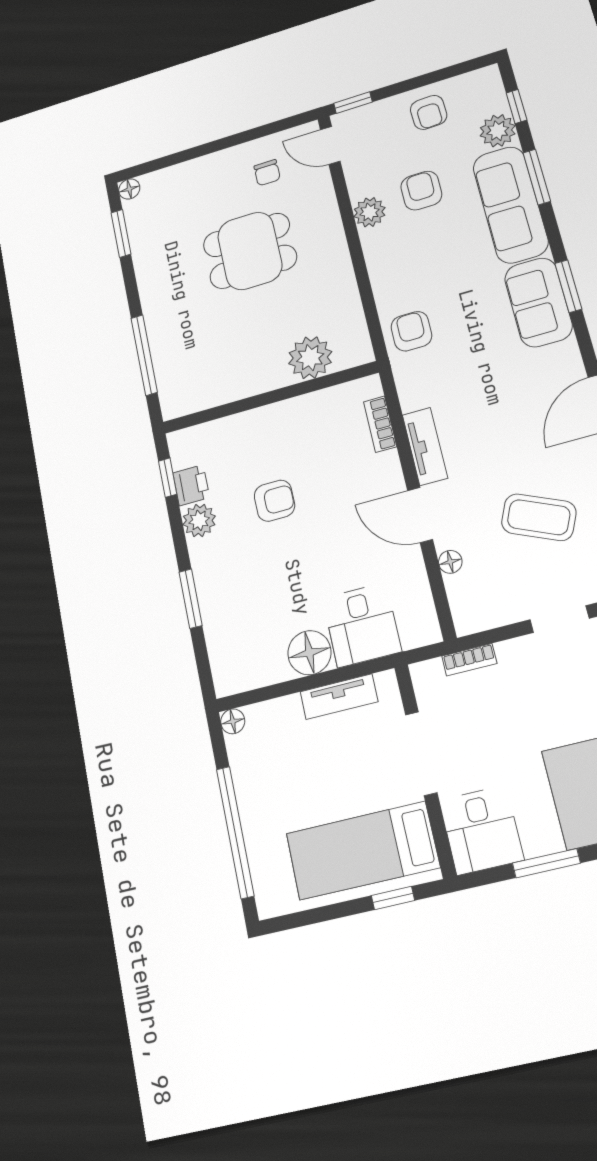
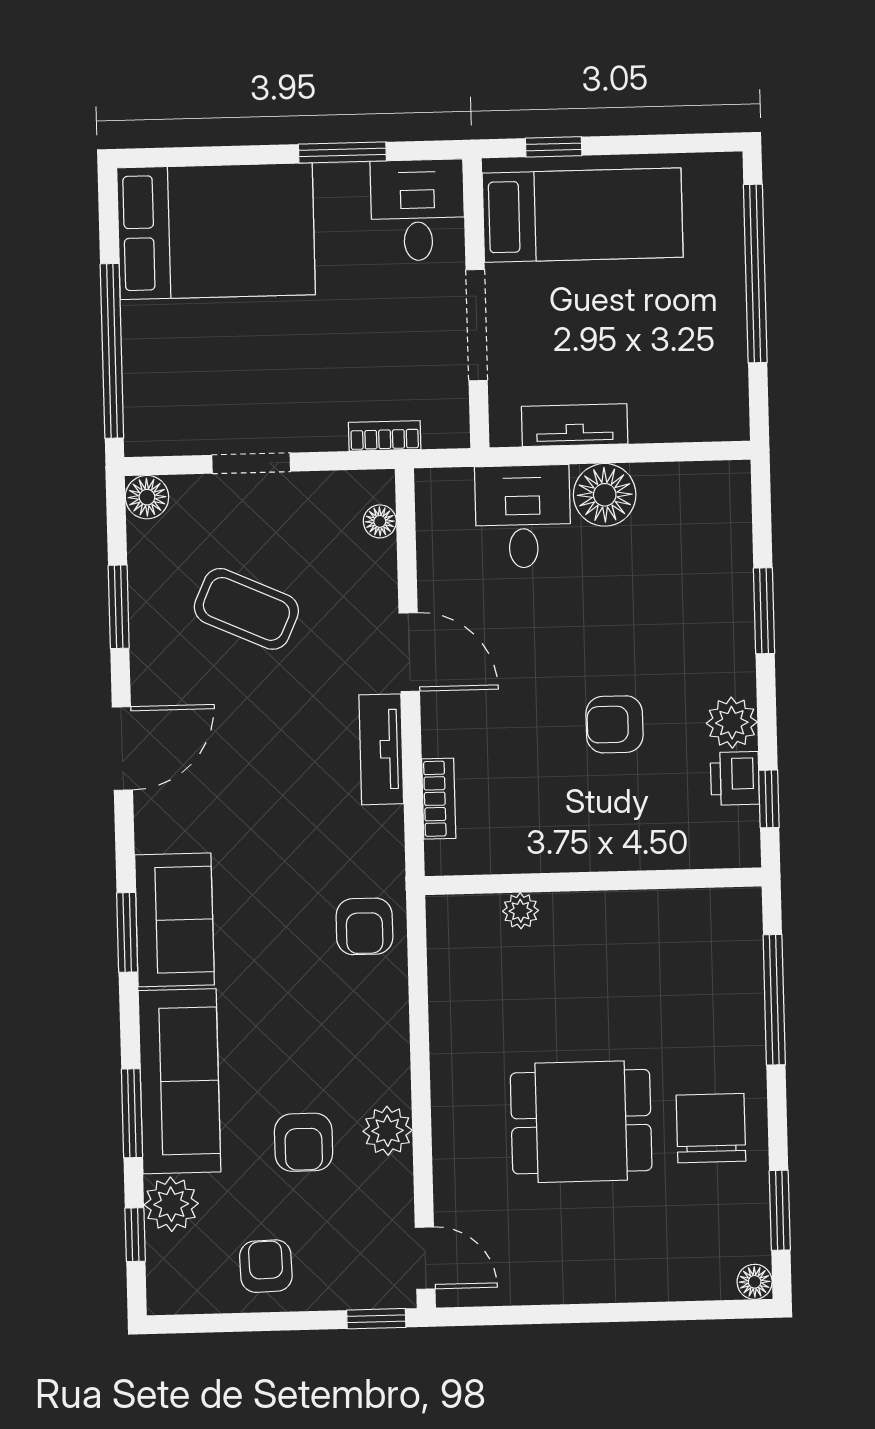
chair: (267, 173) -> (711, 1128), moved, width x1.87, depth x1.87
plant: (310, 358) -> (521, 911), width x0.53, depth x0.53
floor lamp: (450, 562) -> (380, 521), moved
floor lamp: (233, 721) -> (732, 424), removed

